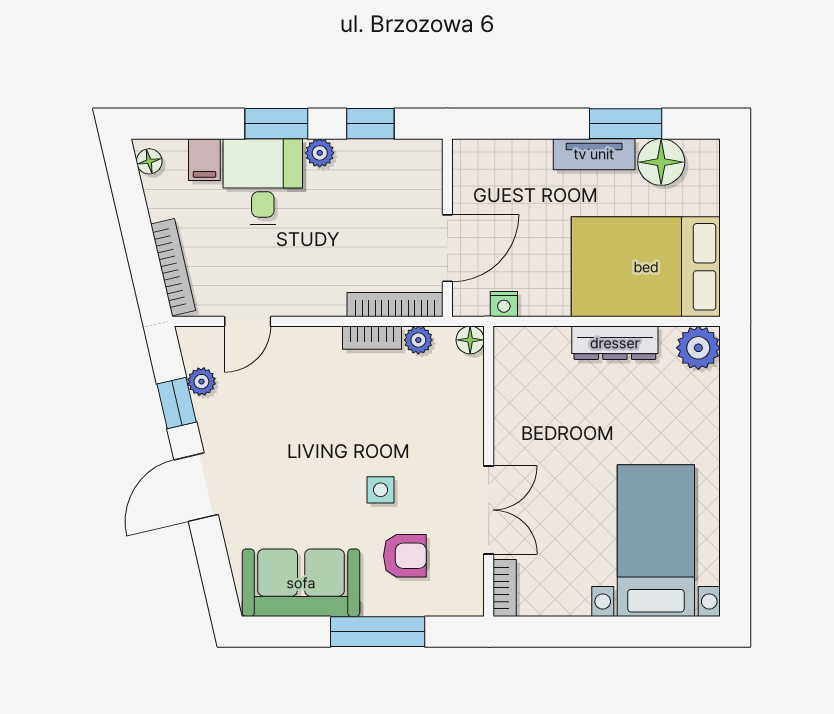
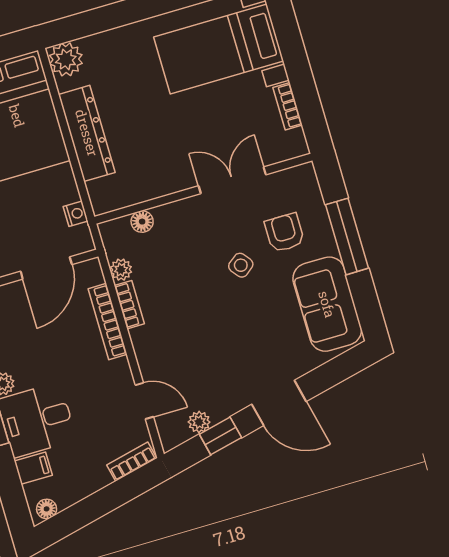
door: (447, 248) -> (46, 268), swing flipped
bookcase: (173, 267) -> (132, 462), width x0.64
bookcase: (395, 305) -> (108, 322), moved
floor lamp: (470, 340) -> (142, 222), moved
dresser: (615, 343) -> (87, 133), width x1.37, depth x1.24
side table: (380, 490) -> (241, 265), turned -38
bookcase: (505, 588) -> (288, 106), moved, turned -90

